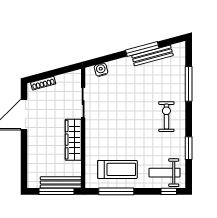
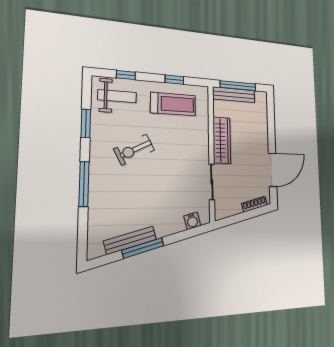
window: (189, 84) -> (84, 184), moved
exercise bike: (166, 117) -> (134, 150), moved, turned 63
treadmill: (117, 169) -> (173, 104), turned 180
window: (116, 191) -> (174, 80), width x0.46
window: (169, 191) -> (126, 75), moved

